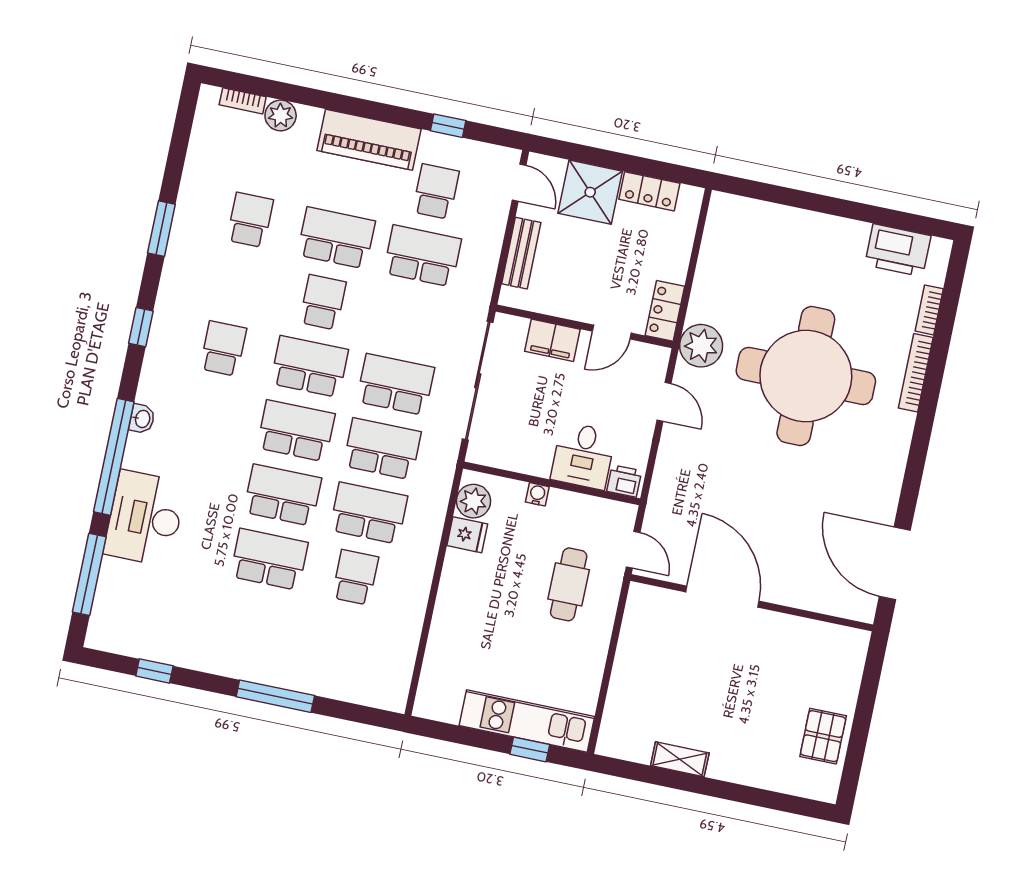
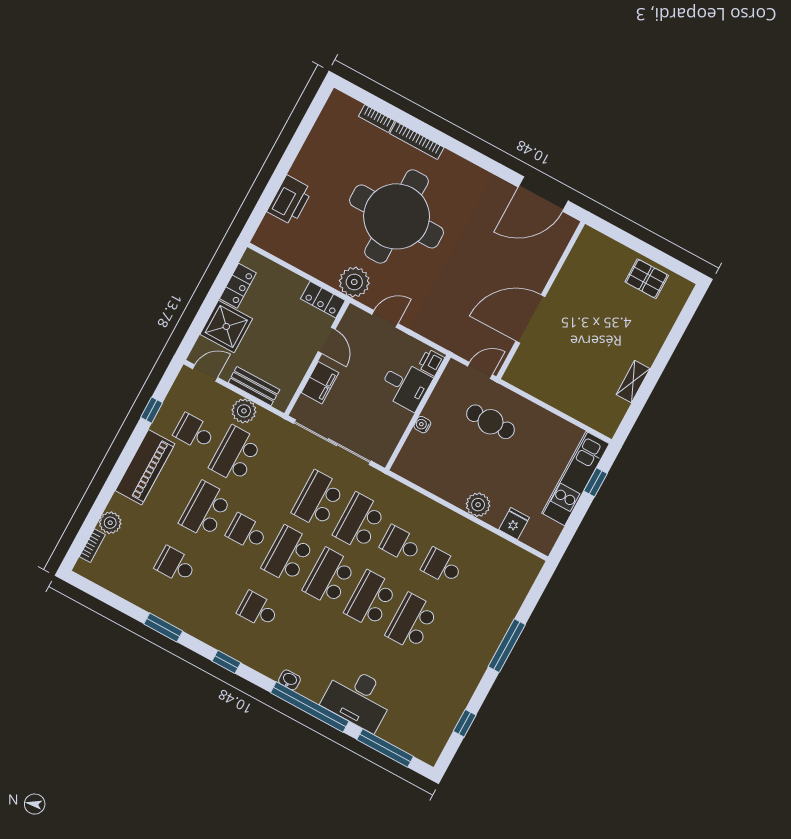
plant: (484, 250) -> (244, 411), added
printer: (898, 250) -> (290, 200), moved
plant: (473, 501) -> (478, 505), moved
school desk: (369, 513) -> (401, 544), width x0.54
fridge: (467, 535) -> (514, 524), moved

